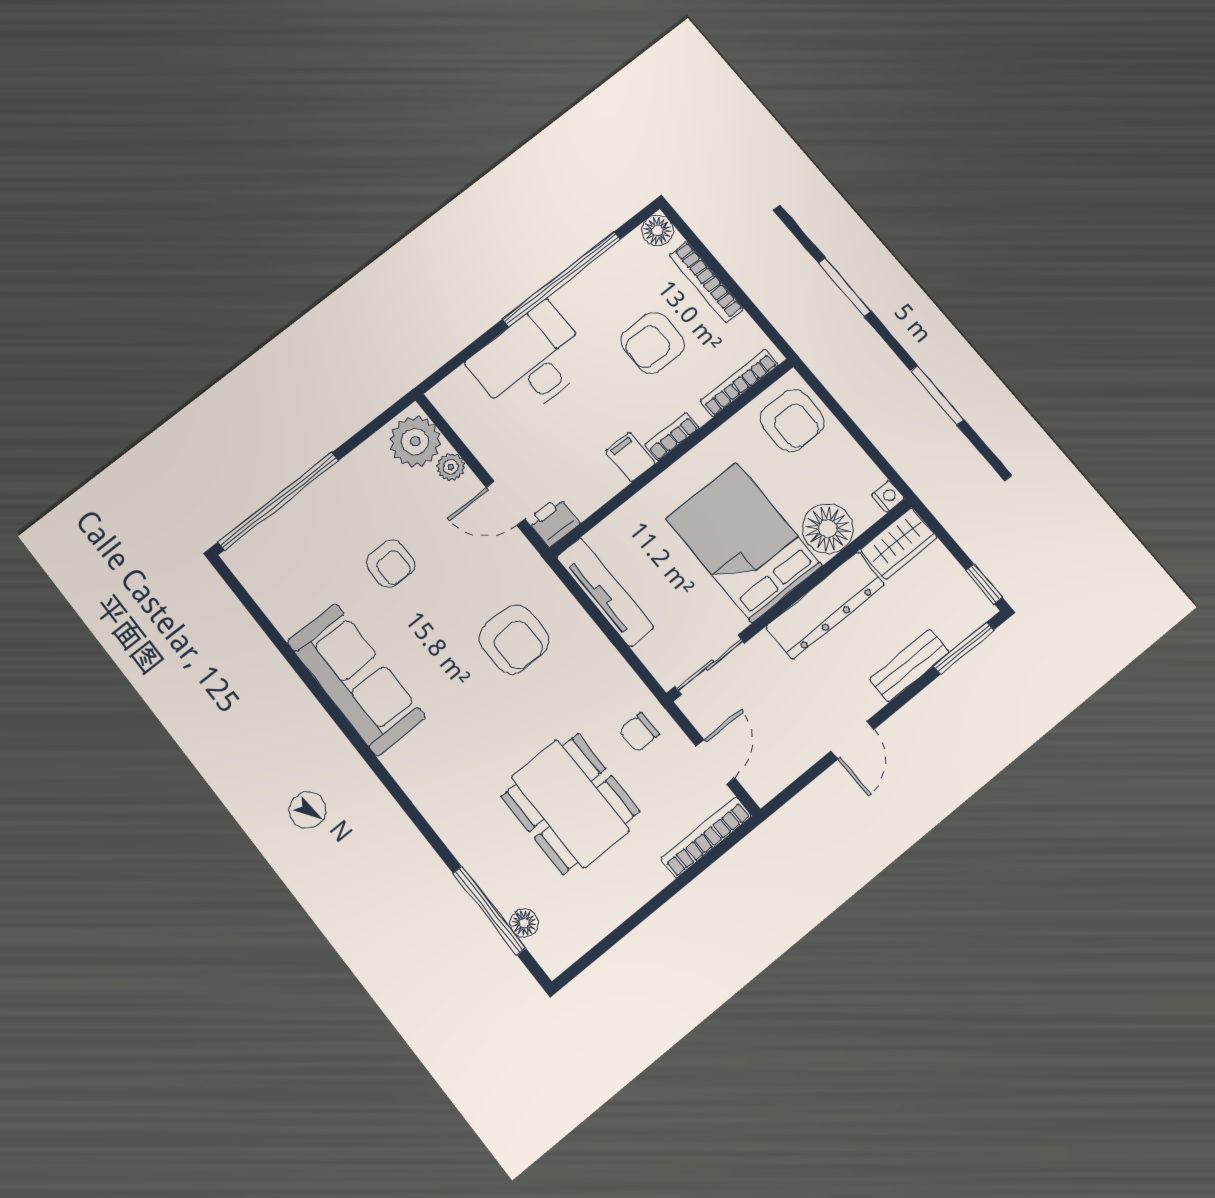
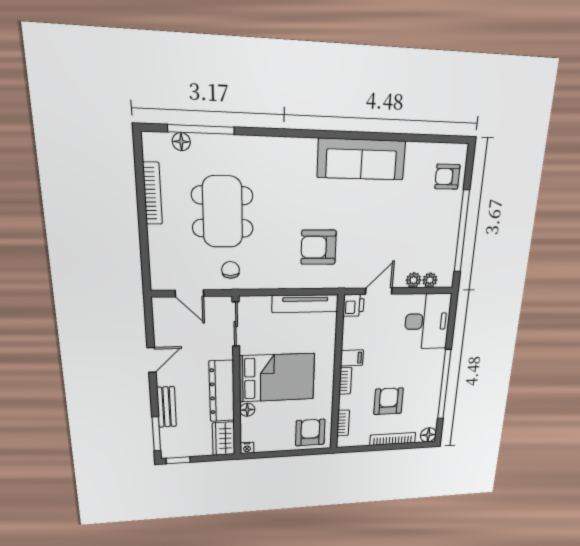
desk: (531, 361) -> (427, 321), moved
bookcase: (739, 383) -> (343, 423), width x0.64
armchair: (792, 421) -> (310, 433), turned 90
plant: (415, 441) -> (430, 280), width x0.53, depth x0.53
window: (278, 501) -> (462, 232), moved
floor lamp: (828, 529) -> (247, 410), width x0.53, depth x0.53
armchair: (391, 564) -> (447, 177), moved
door: (853, 740) -> (152, 360), swing flipped
dining table: (570, 804) -> (223, 212), turned 90
bookcase: (706, 837) -> (152, 193), moved

